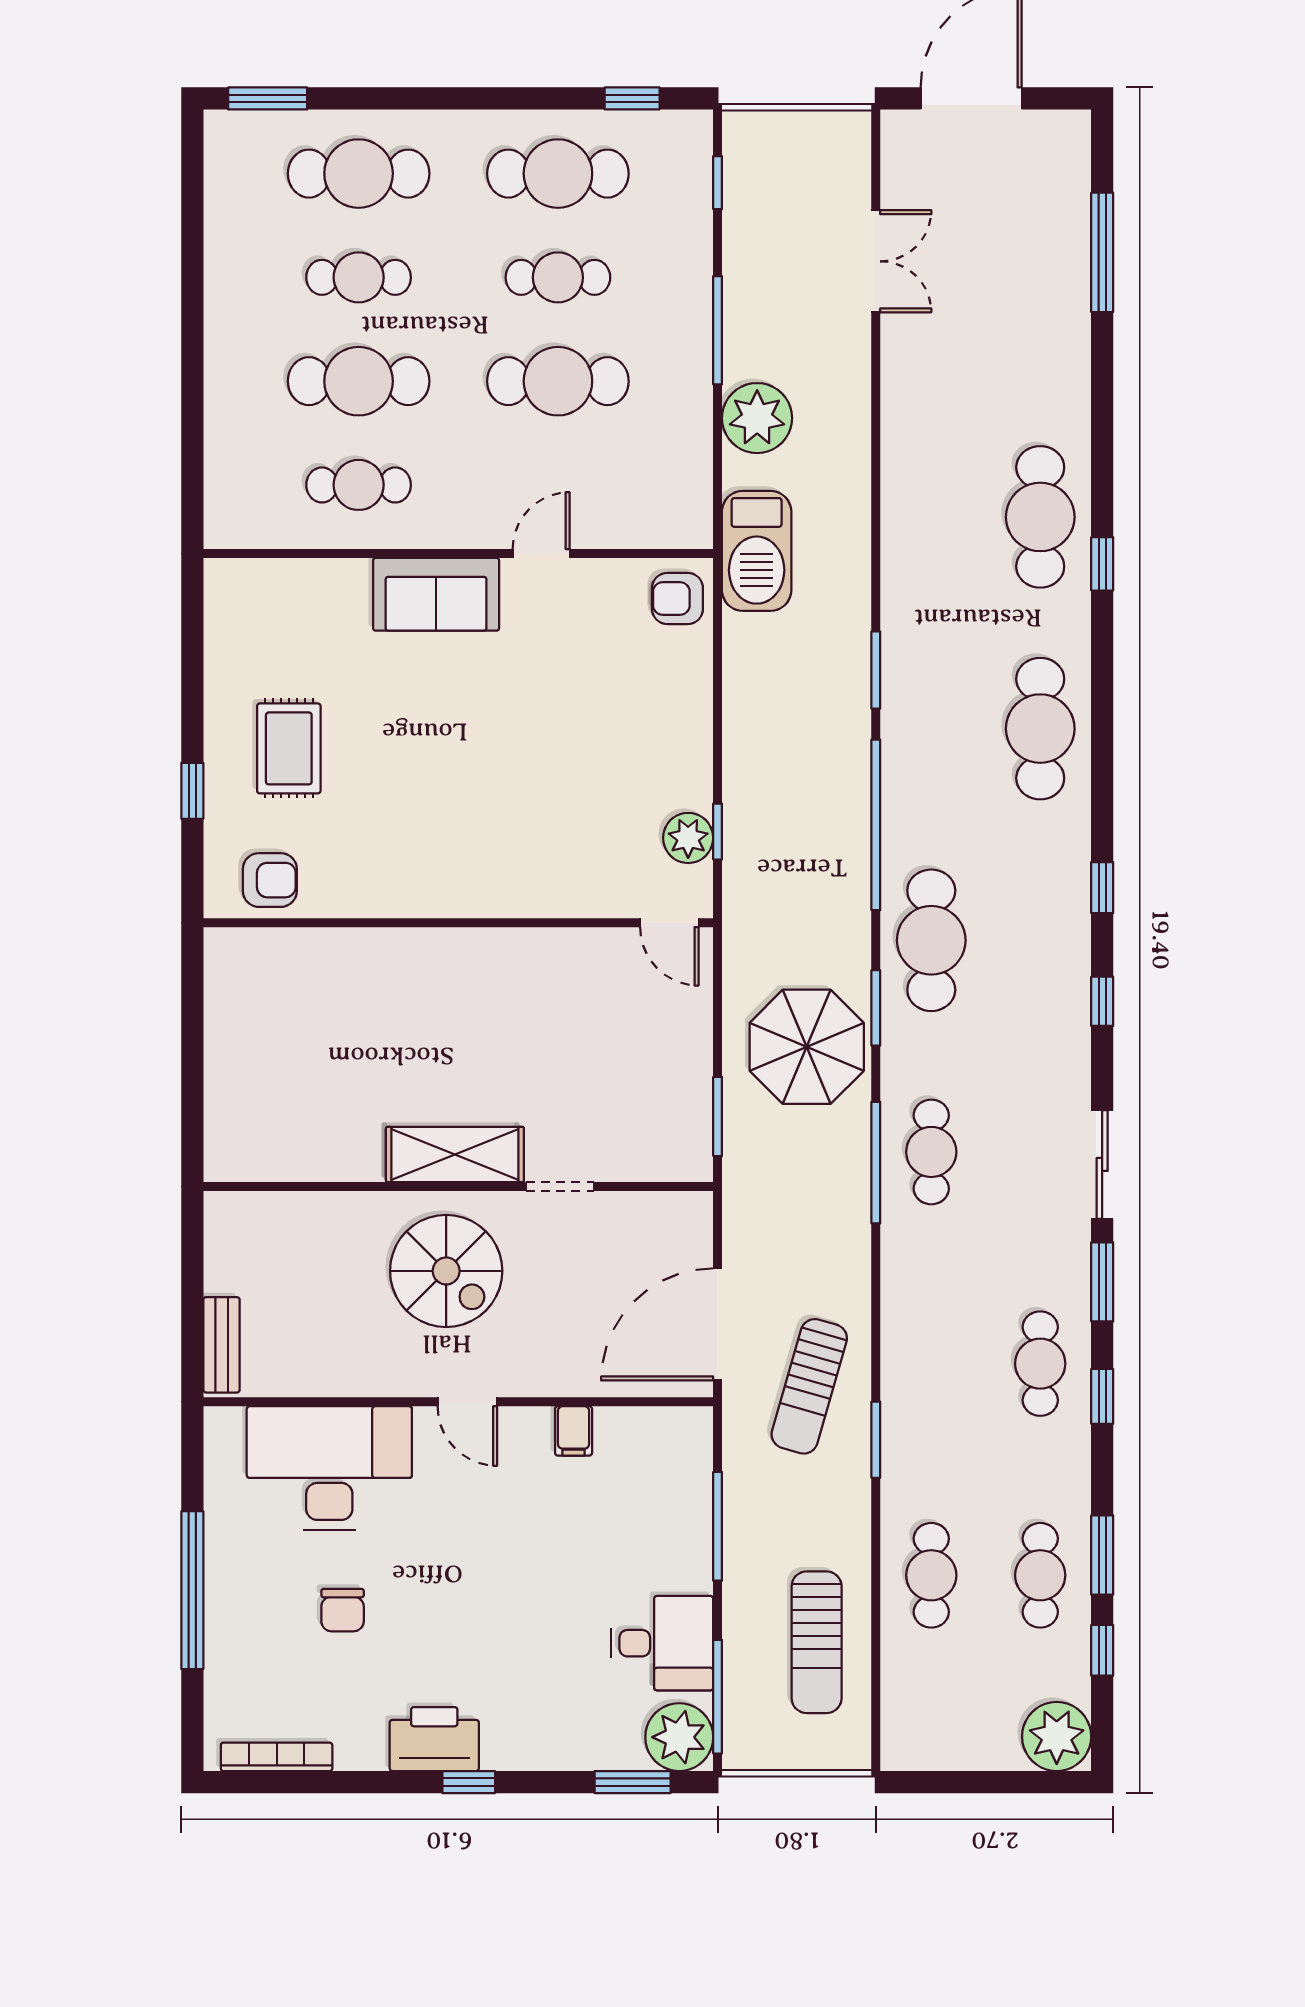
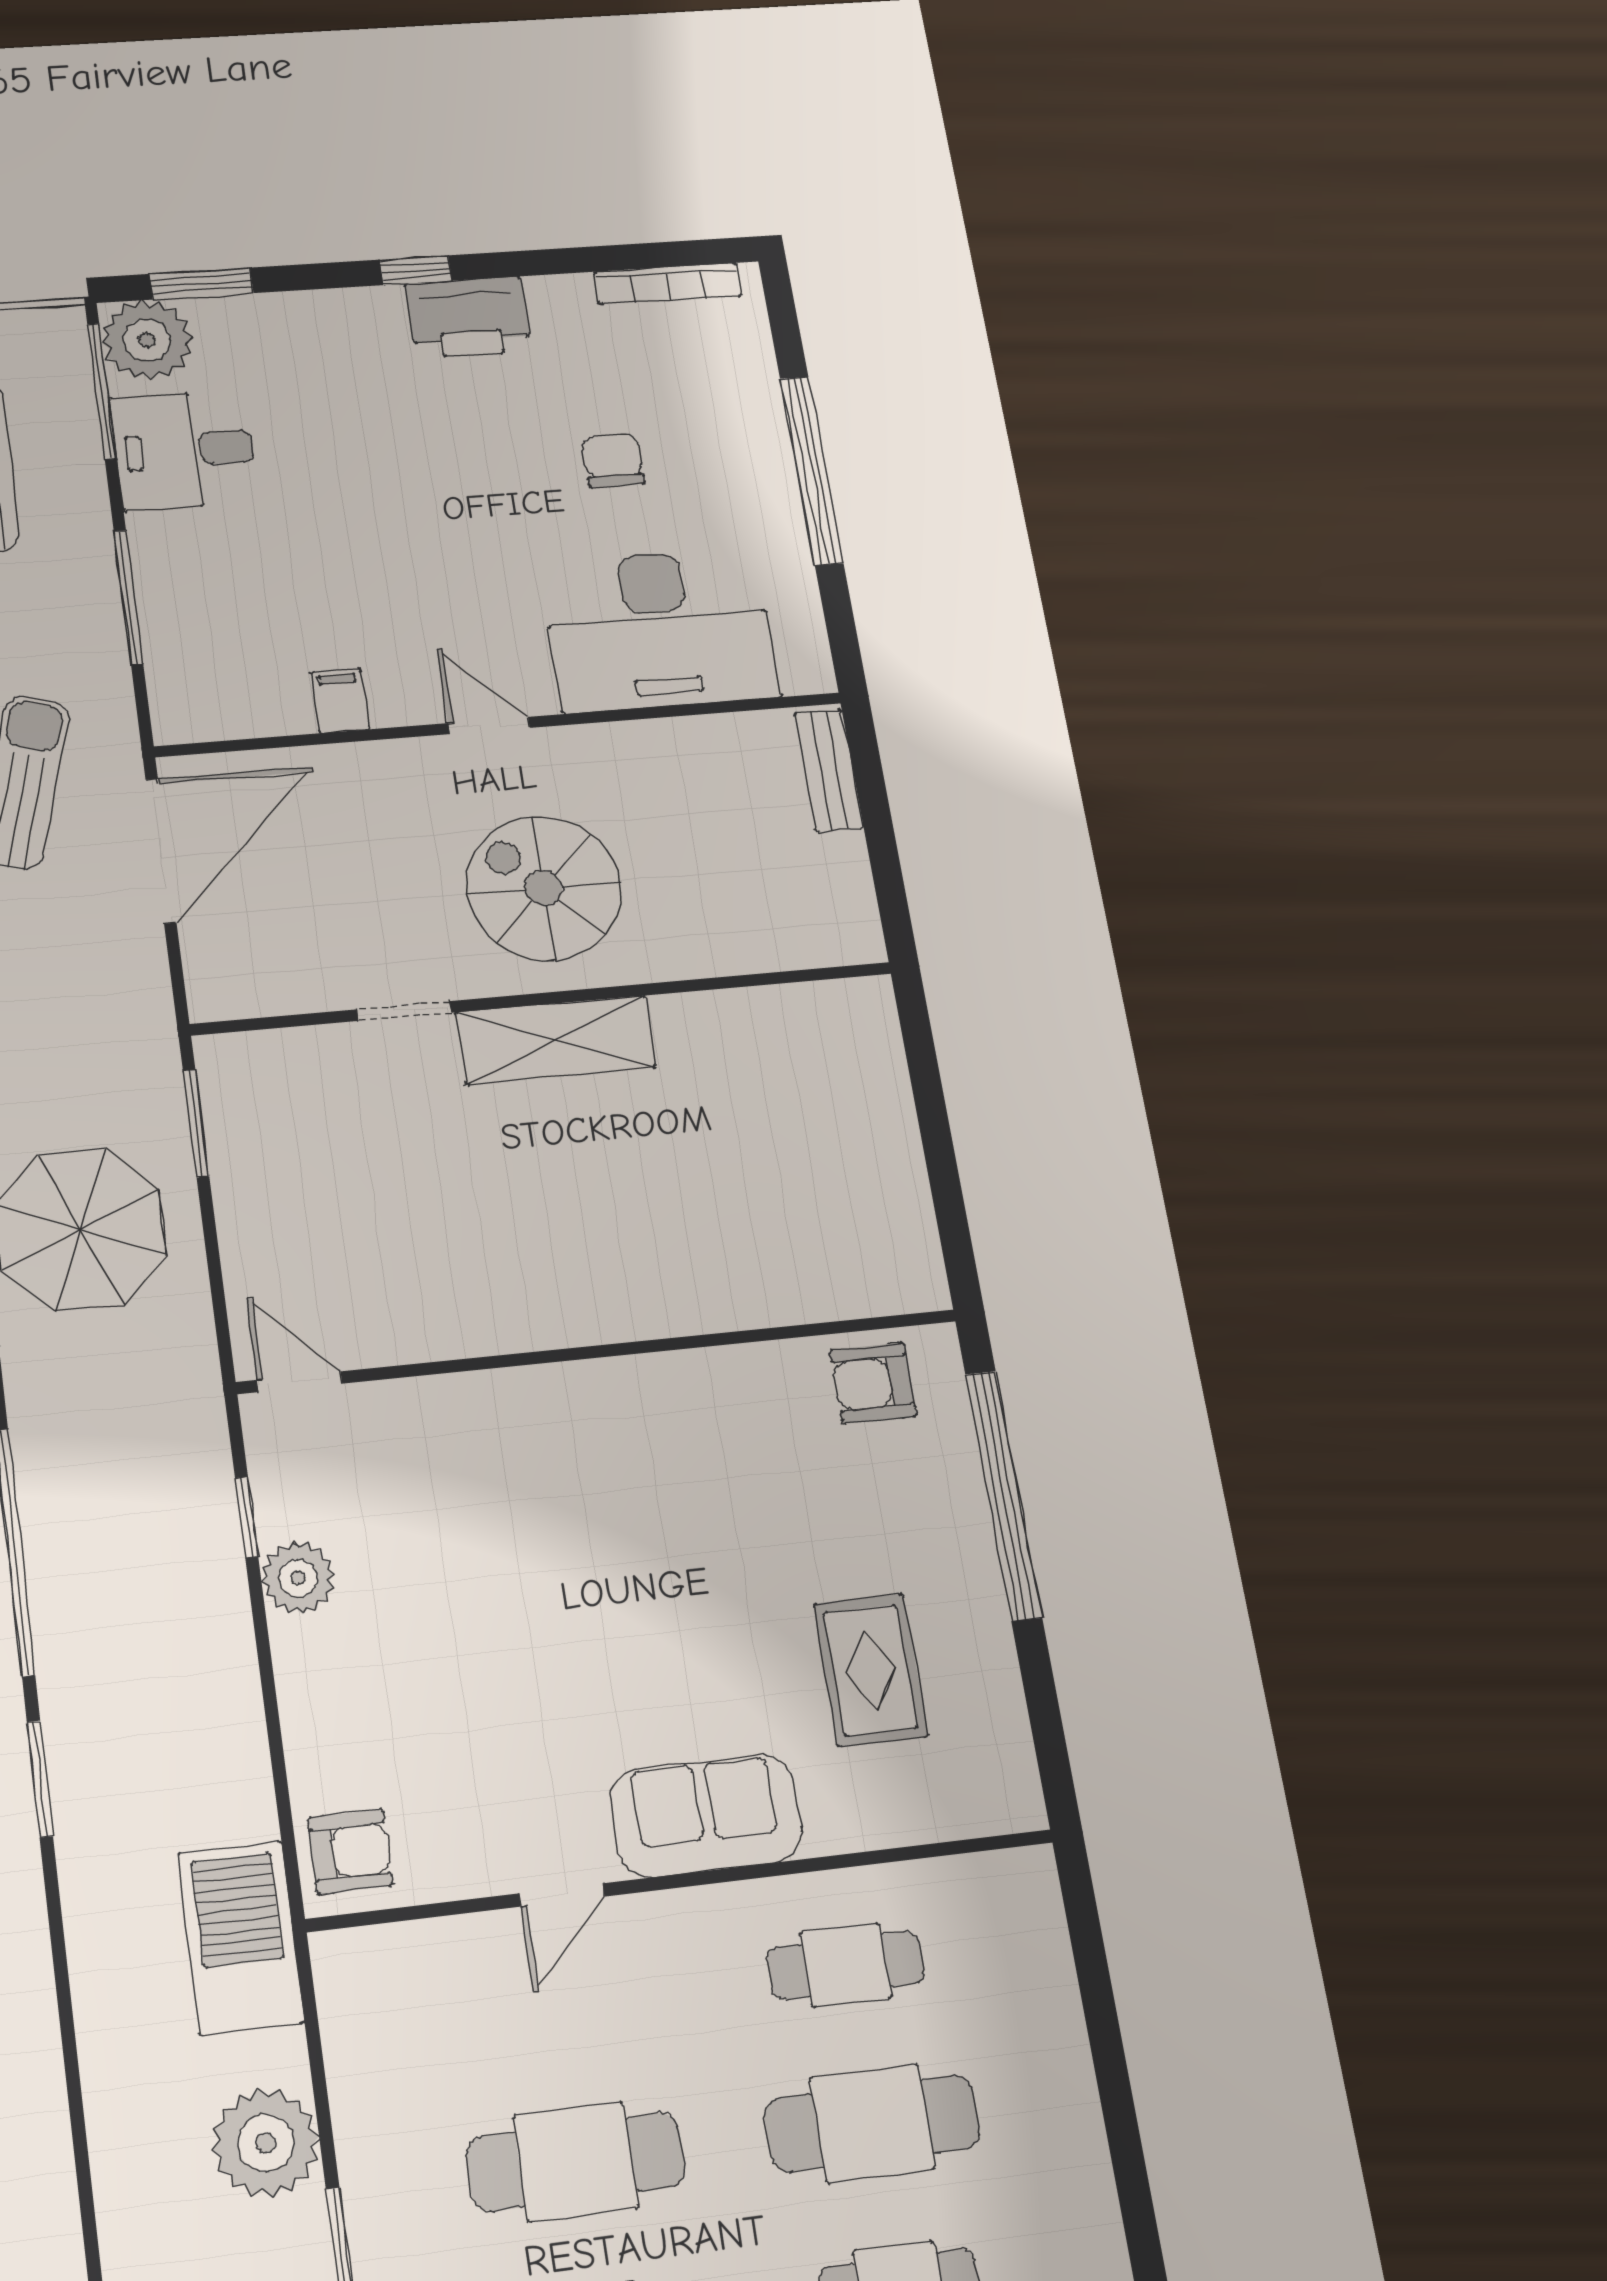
rug: (289, 748) -> (871, 1670), moved
window: (192, 791) -> (1003, 1495), width x3.17
plant: (688, 838) -> (298, 1578), moved

